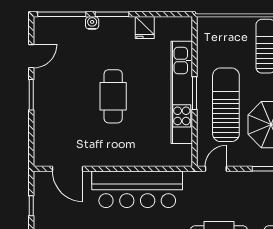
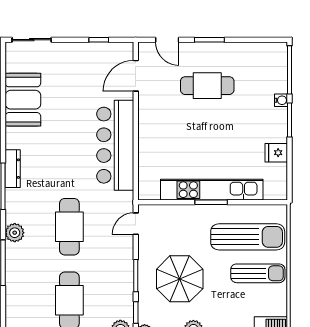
door: (31, 56) -> (167, 40), moved
cafe table: (113, 96) -> (207, 86), moved
sun lounger: (226, 105) -> (248, 237), moved
door: (216, 169) -> (136, 224), swing flipped

